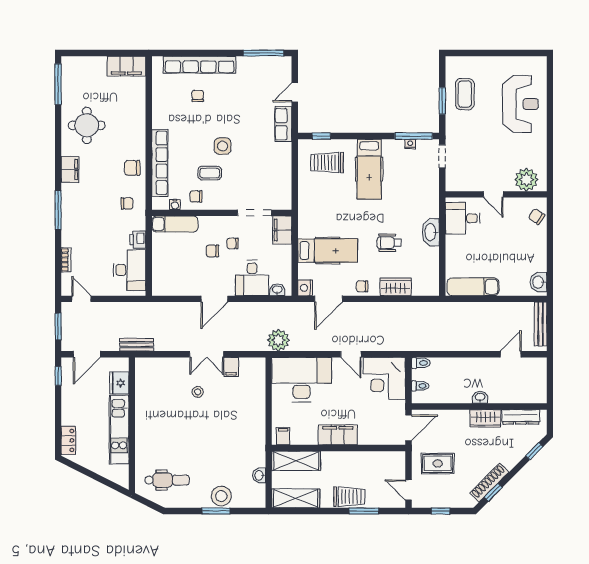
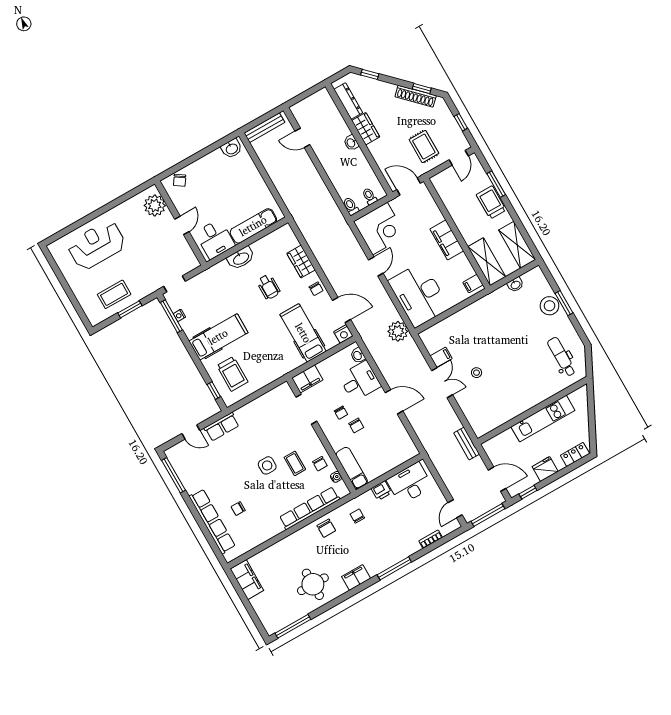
exam couch: (473, 287) -> (253, 226), moved, turned 90
window: (58, 326) -> (488, 515), width x1.44
fridge: (119, 383) -> (545, 469), moved, turned 180

